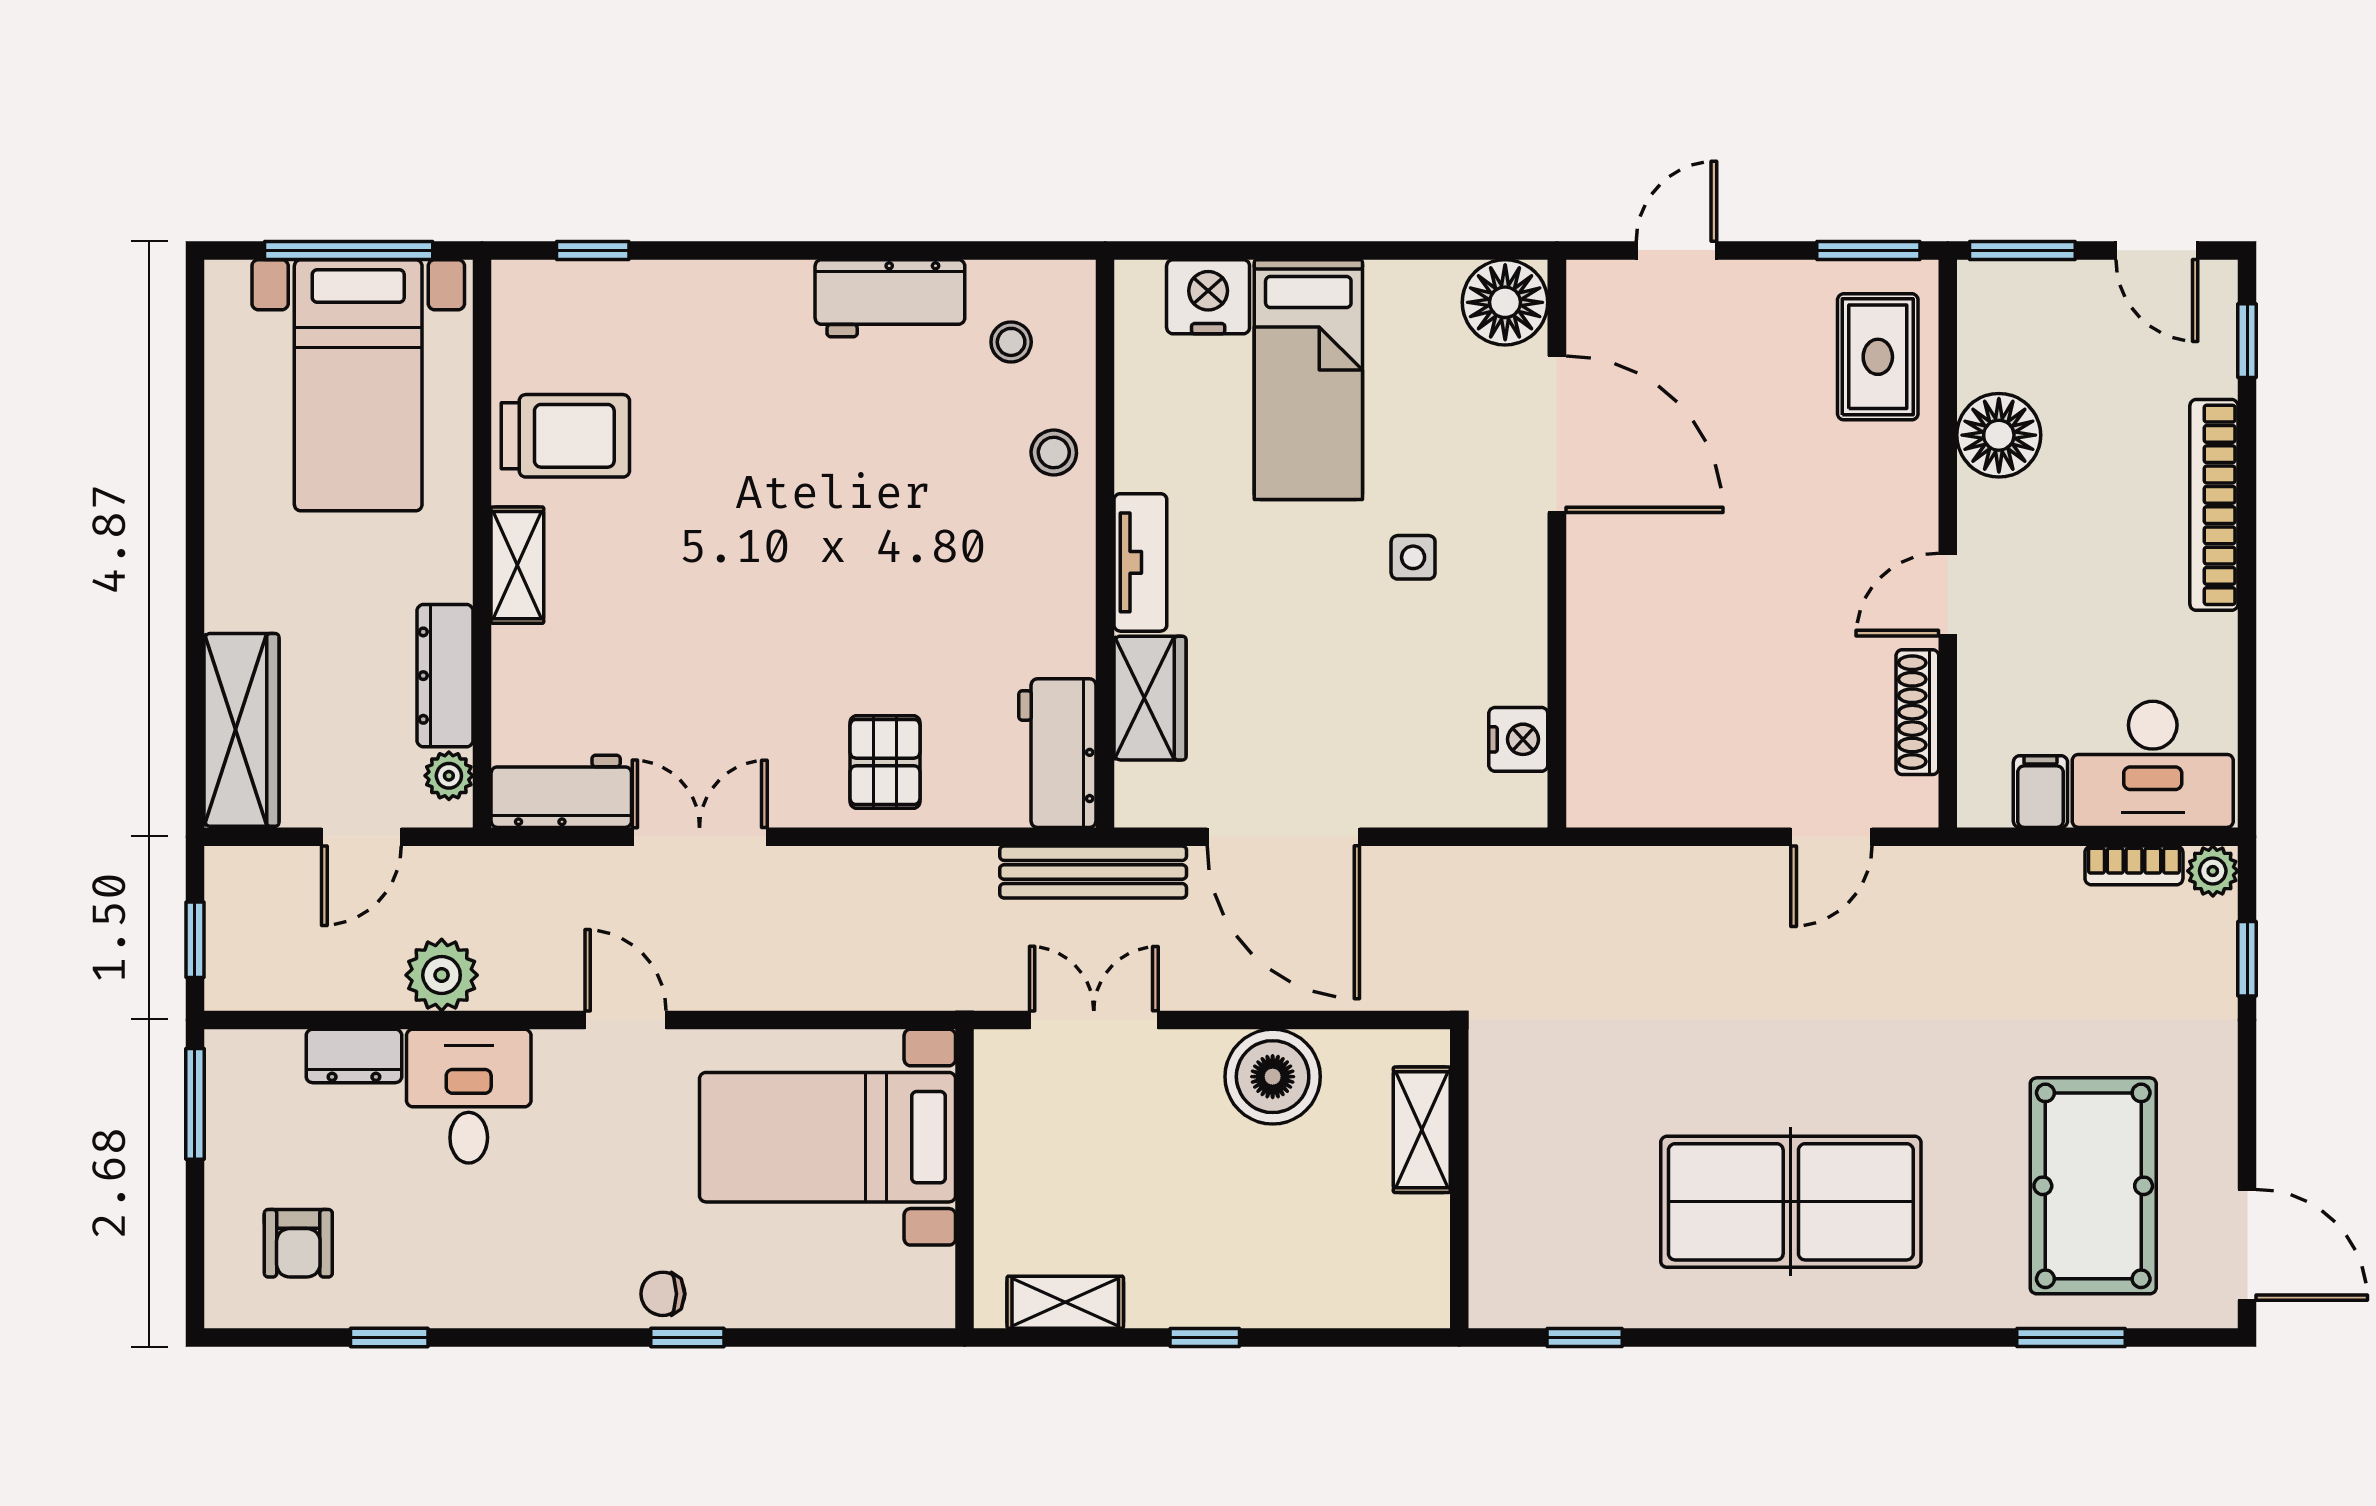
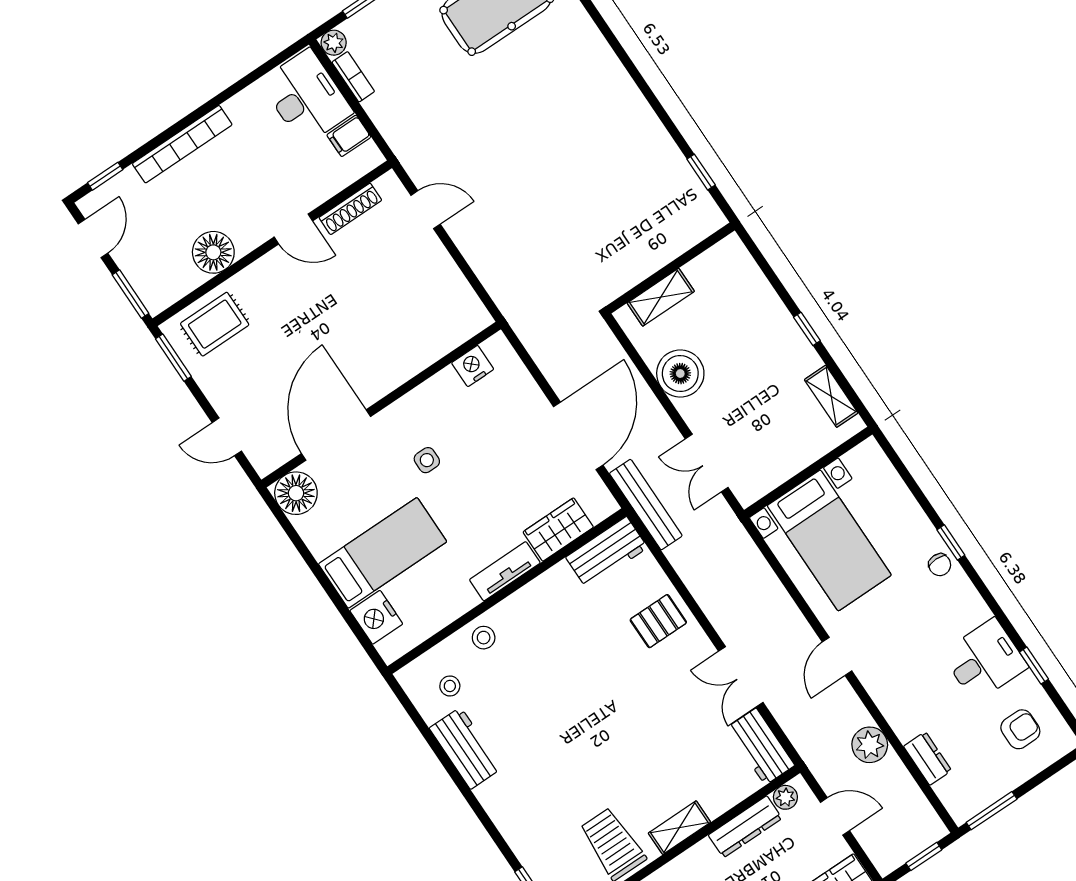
desk: (469, 1096) -> (985, 660), moved, turned 180
table tennis table: (1791, 1202) -> (588, 125), removed

